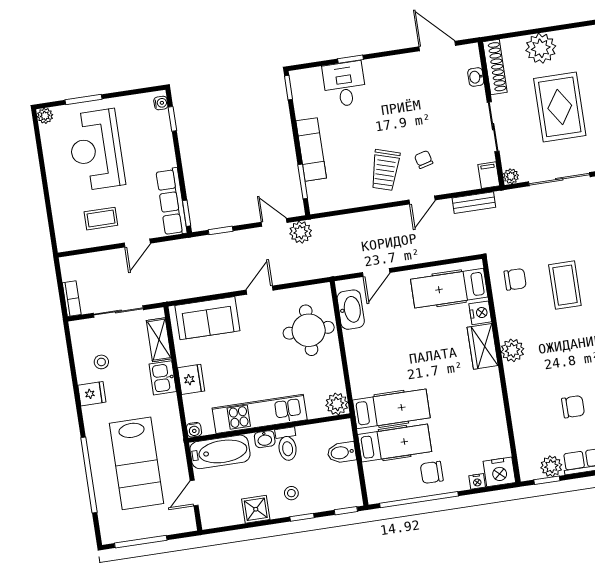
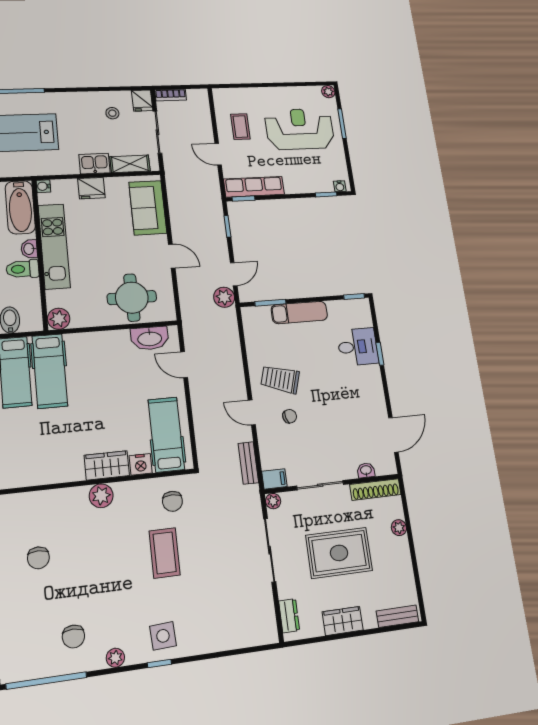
plant: (541, 48) -> (399, 528), width x0.53, depth x0.53
coffee table: (565, 285) -> (165, 553), turned 90
fridge: (92, 394) -> (142, 100), moved

